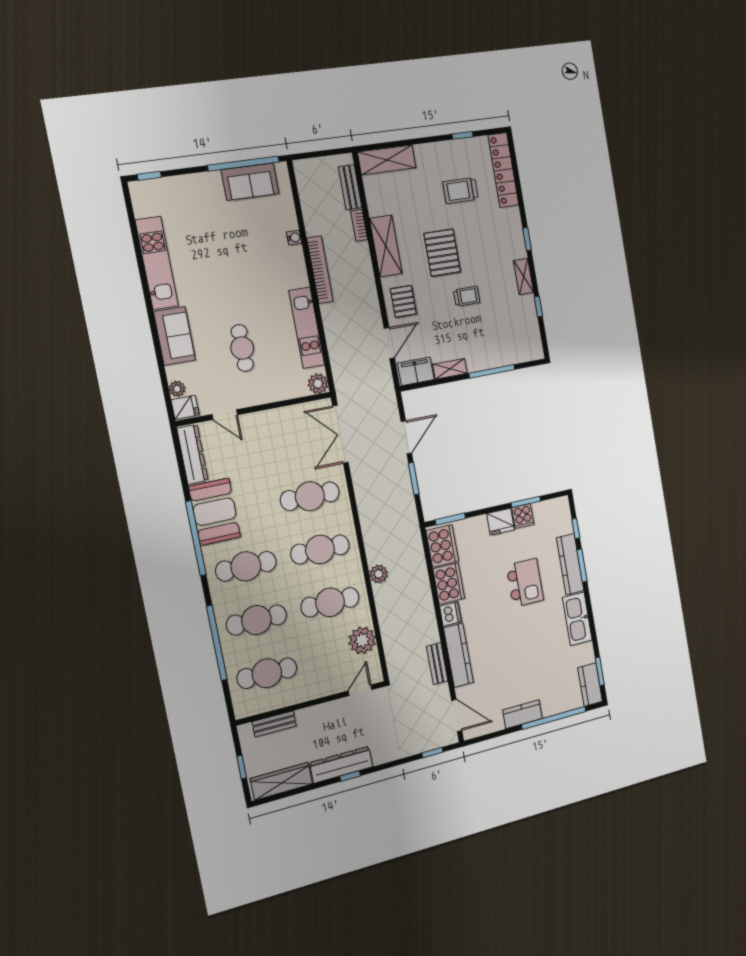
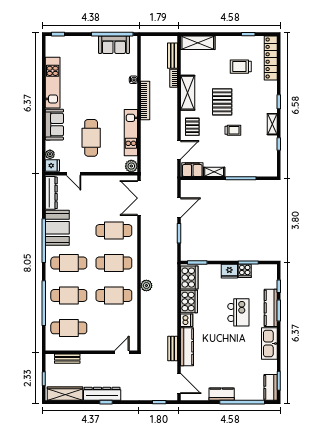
cafe table: (242, 348) -> (91, 138), width x1.37, depth x1.35
plant: (362, 640) -> (129, 323), removed

